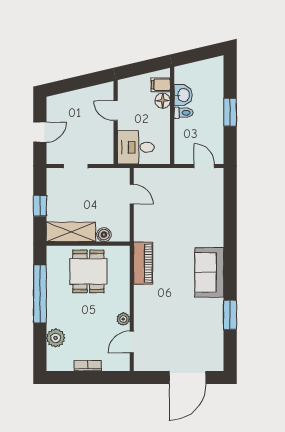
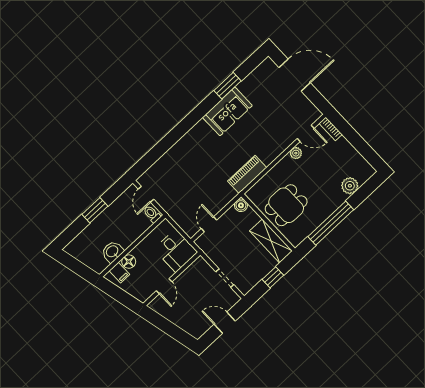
toilet: (183, 113) -> (152, 214), moved
boiler: (104, 235) -> (241, 205), moved
sofa: (209, 272) -> (227, 111), moved
bookcase: (88, 366) -> (331, 129), moved

